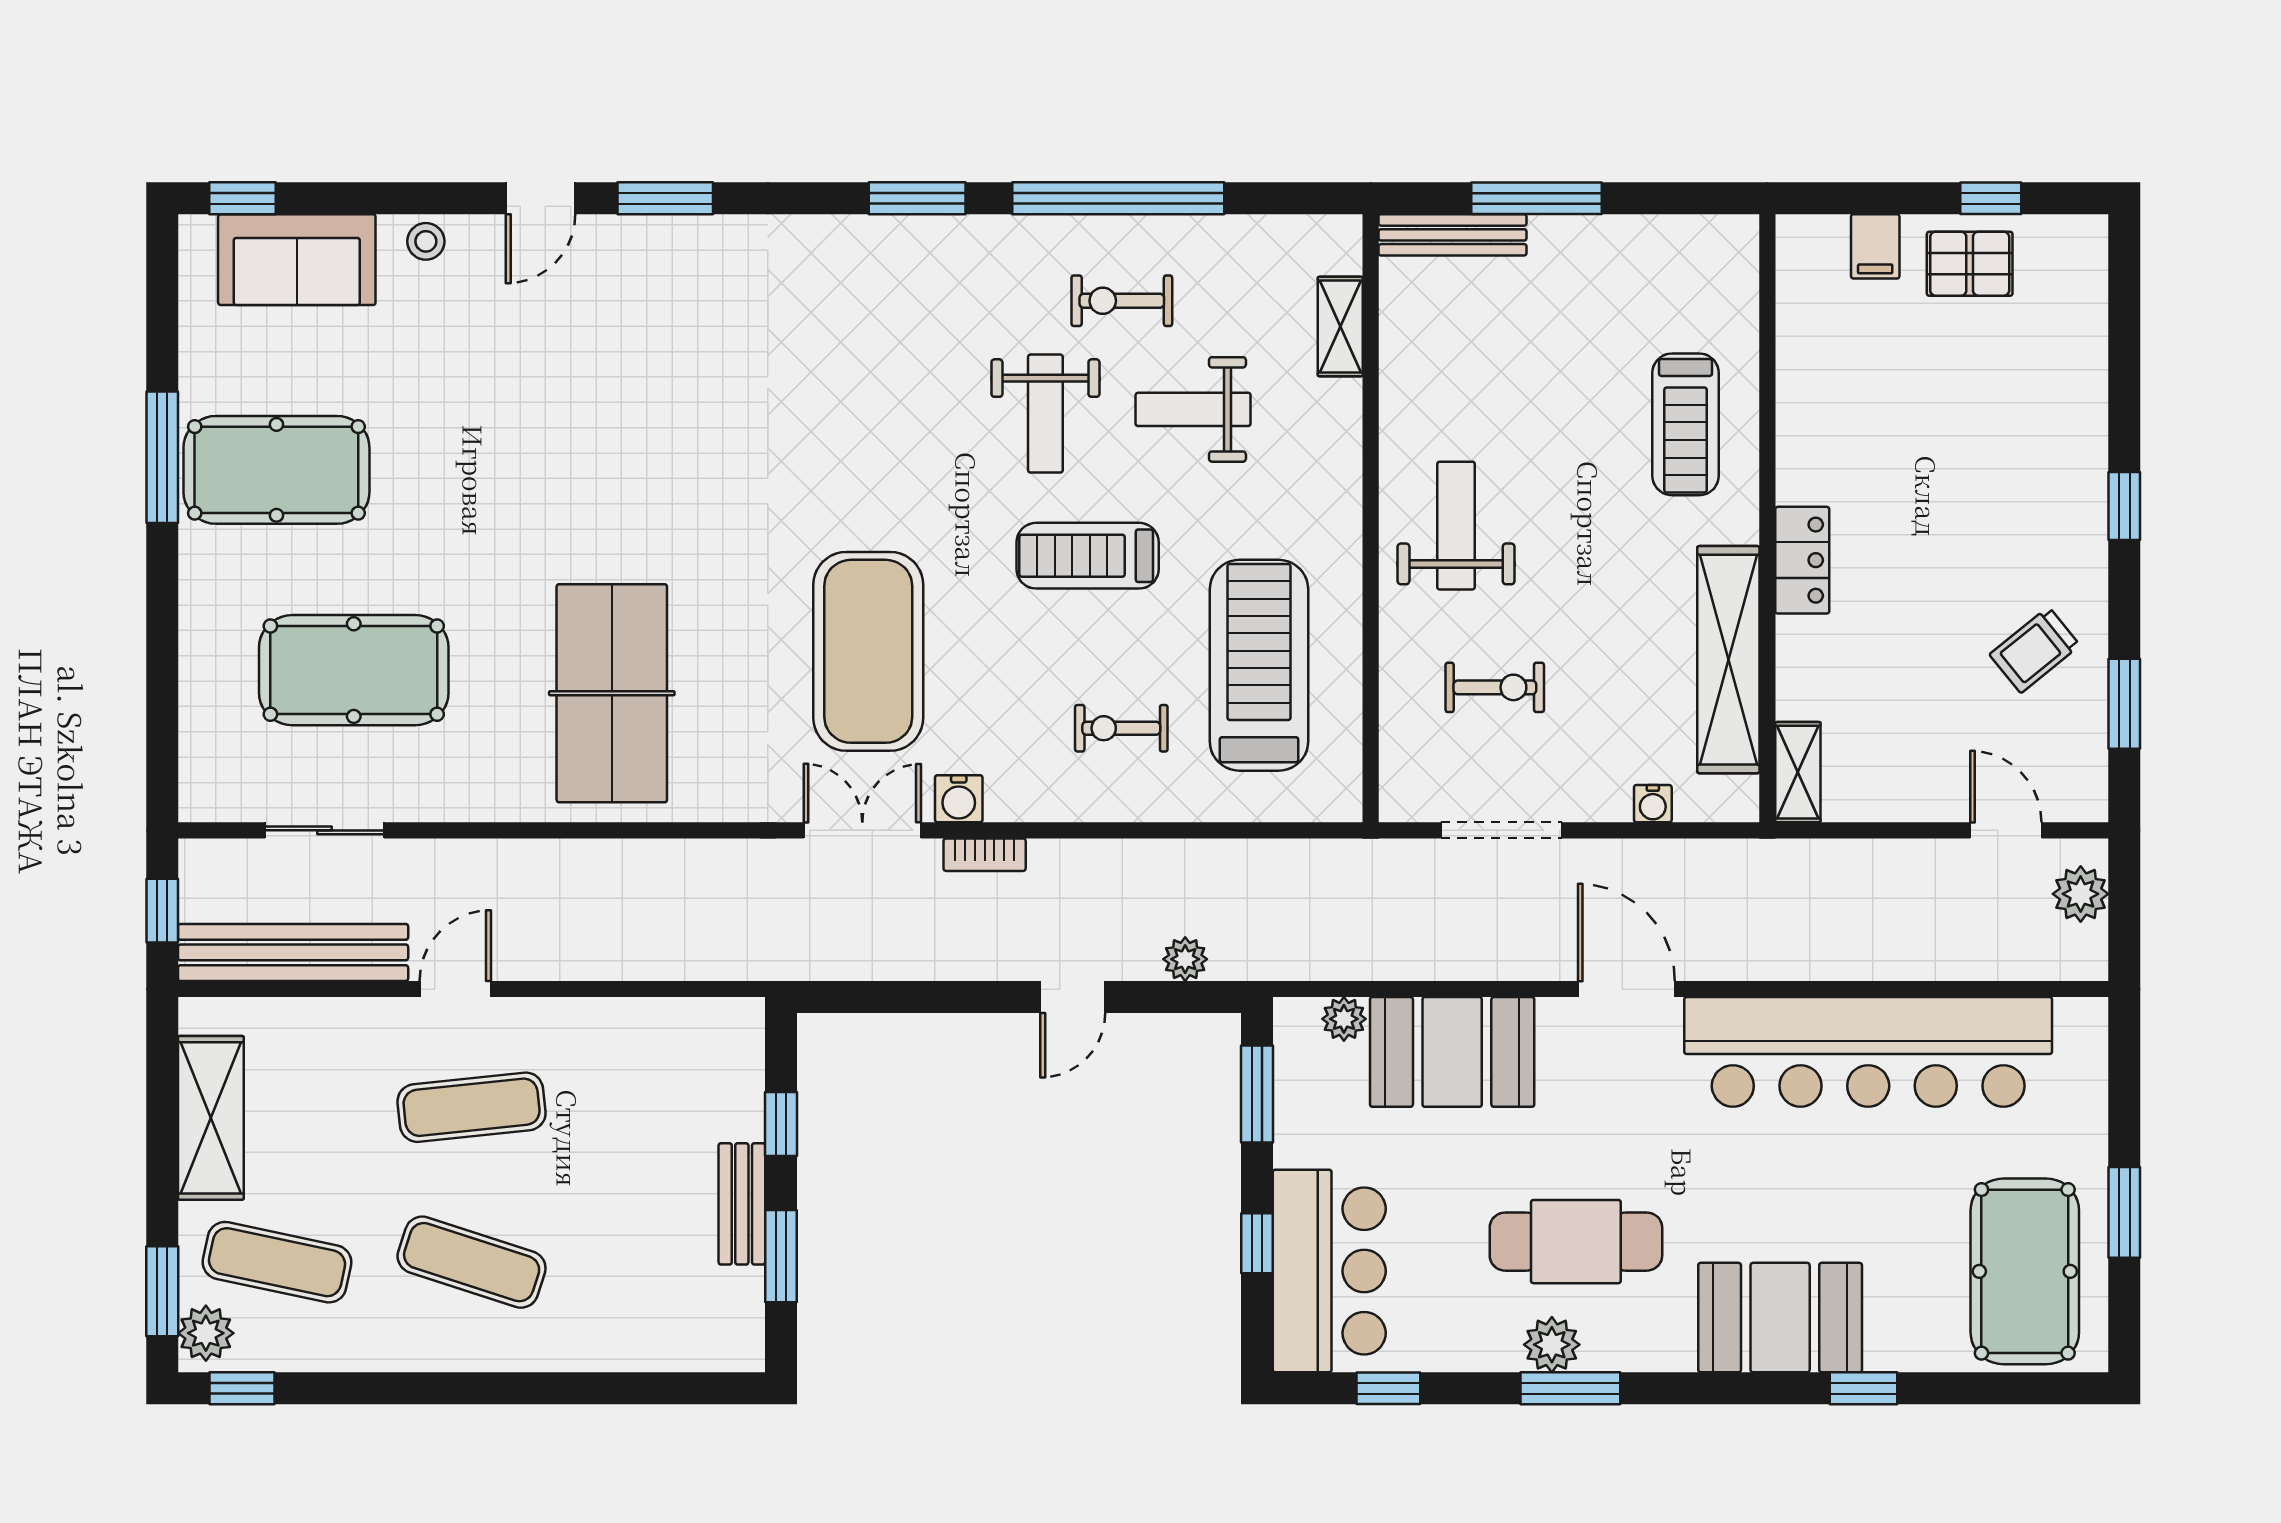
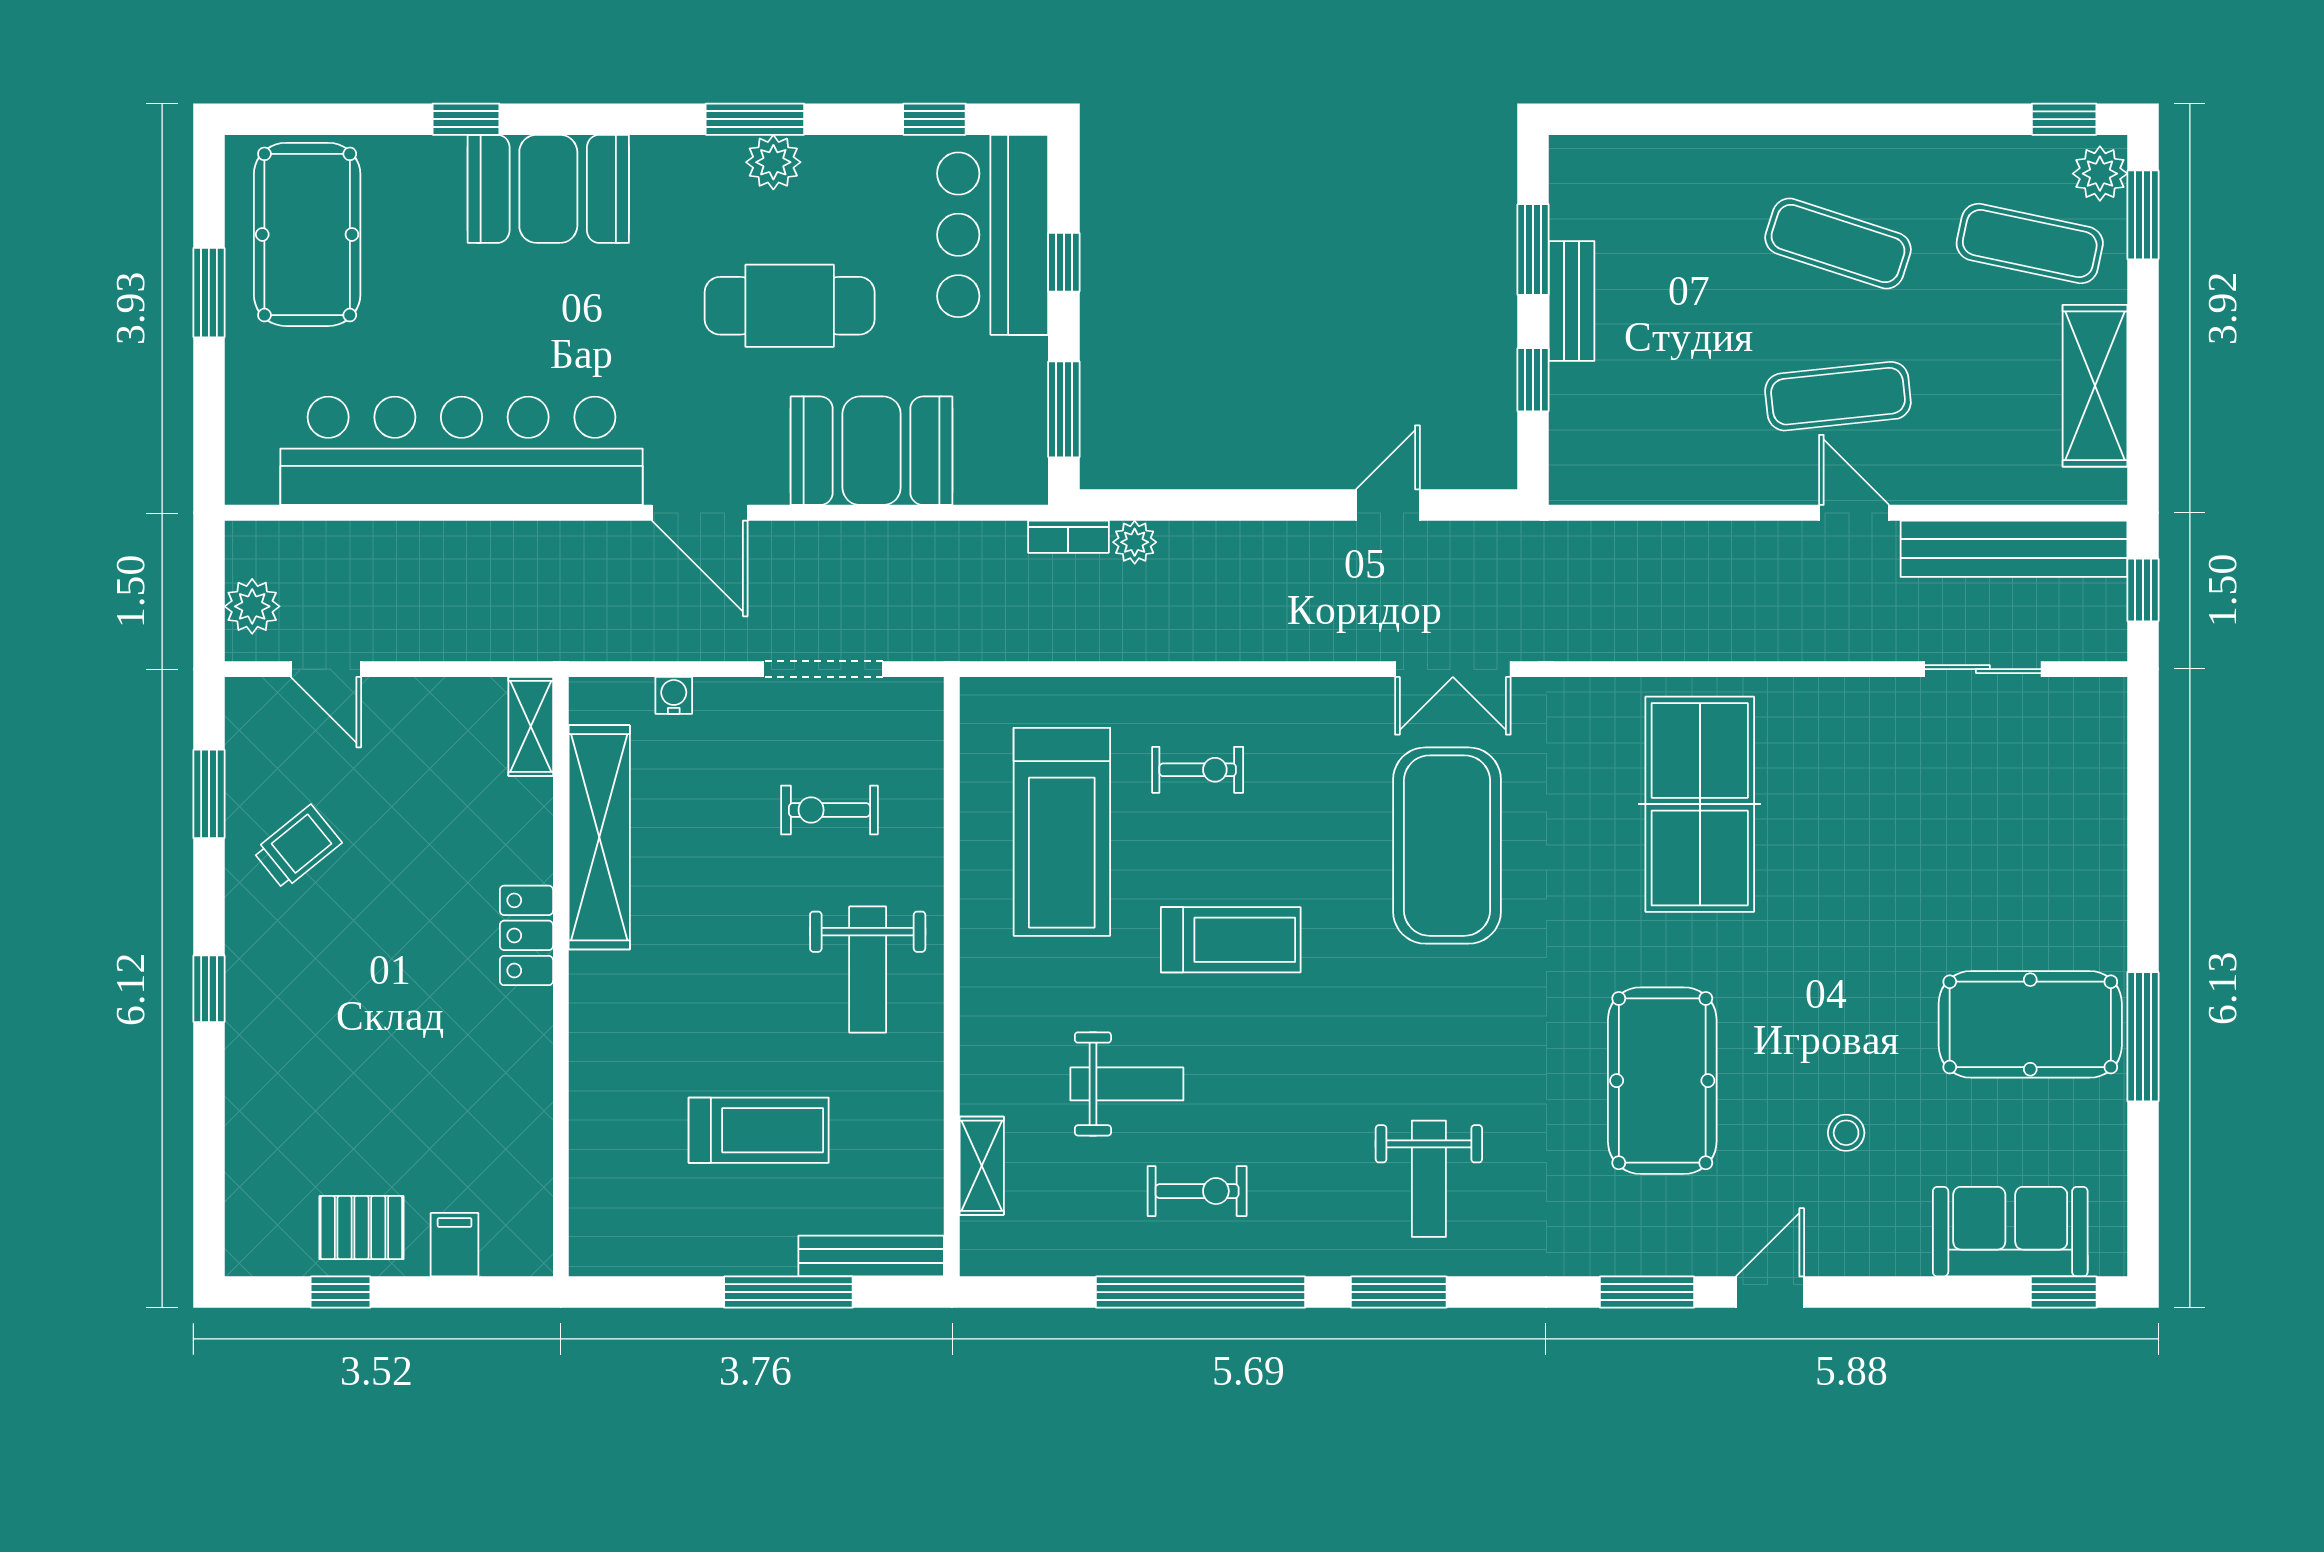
stool: (426, 241) -> (1846, 1133), moved
weight bench: (1045, 414) -> (1429, 1179), moved, turned 180
treadmill: (1686, 424) -> (759, 1130), moved, turned 90
pool table: (354, 670) -> (1662, 1081), moved, turned 90
water cooler: (959, 799) -> (1358, 700), removed
bookcase: (985, 855) -> (1068, 537), moved, turned 180
door: (455, 989) -> (1854, 513), swing flipped
door: (1073, 997) -> (1388, 505), moved
plant: (1344, 1019) -> (978, 483), removed
cafe table: (1576, 1242) -> (790, 306), moved

